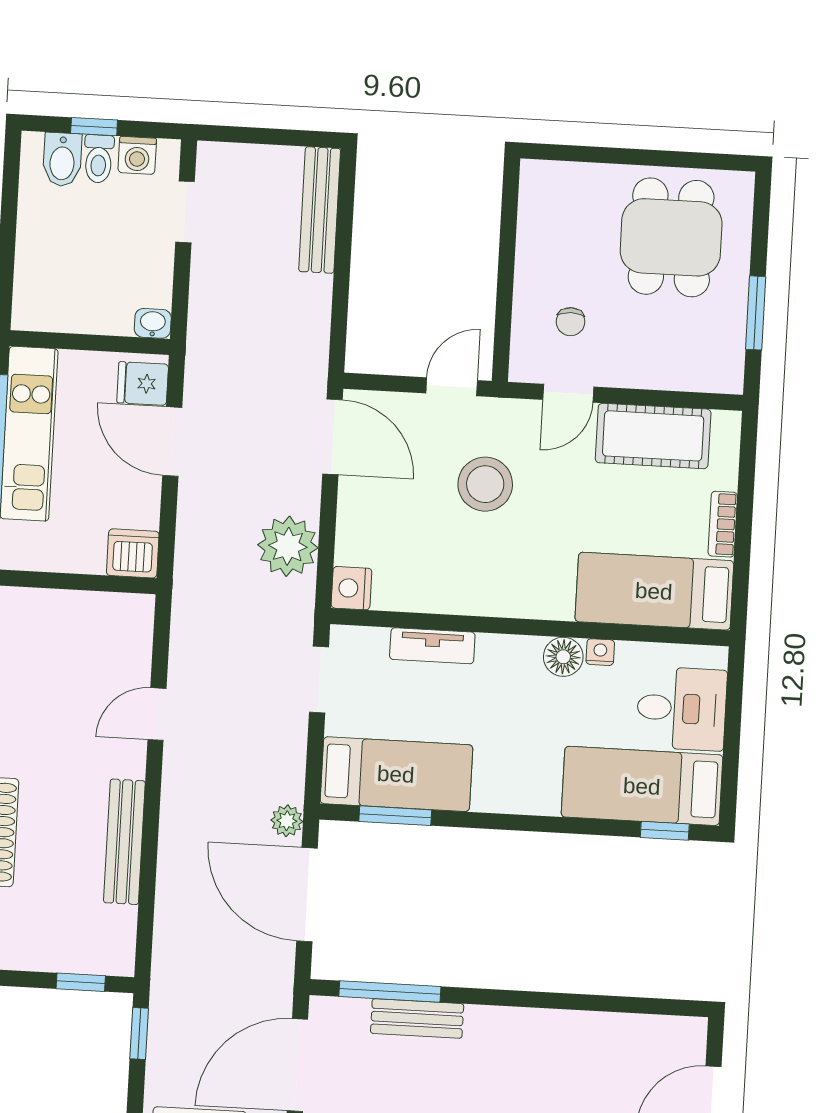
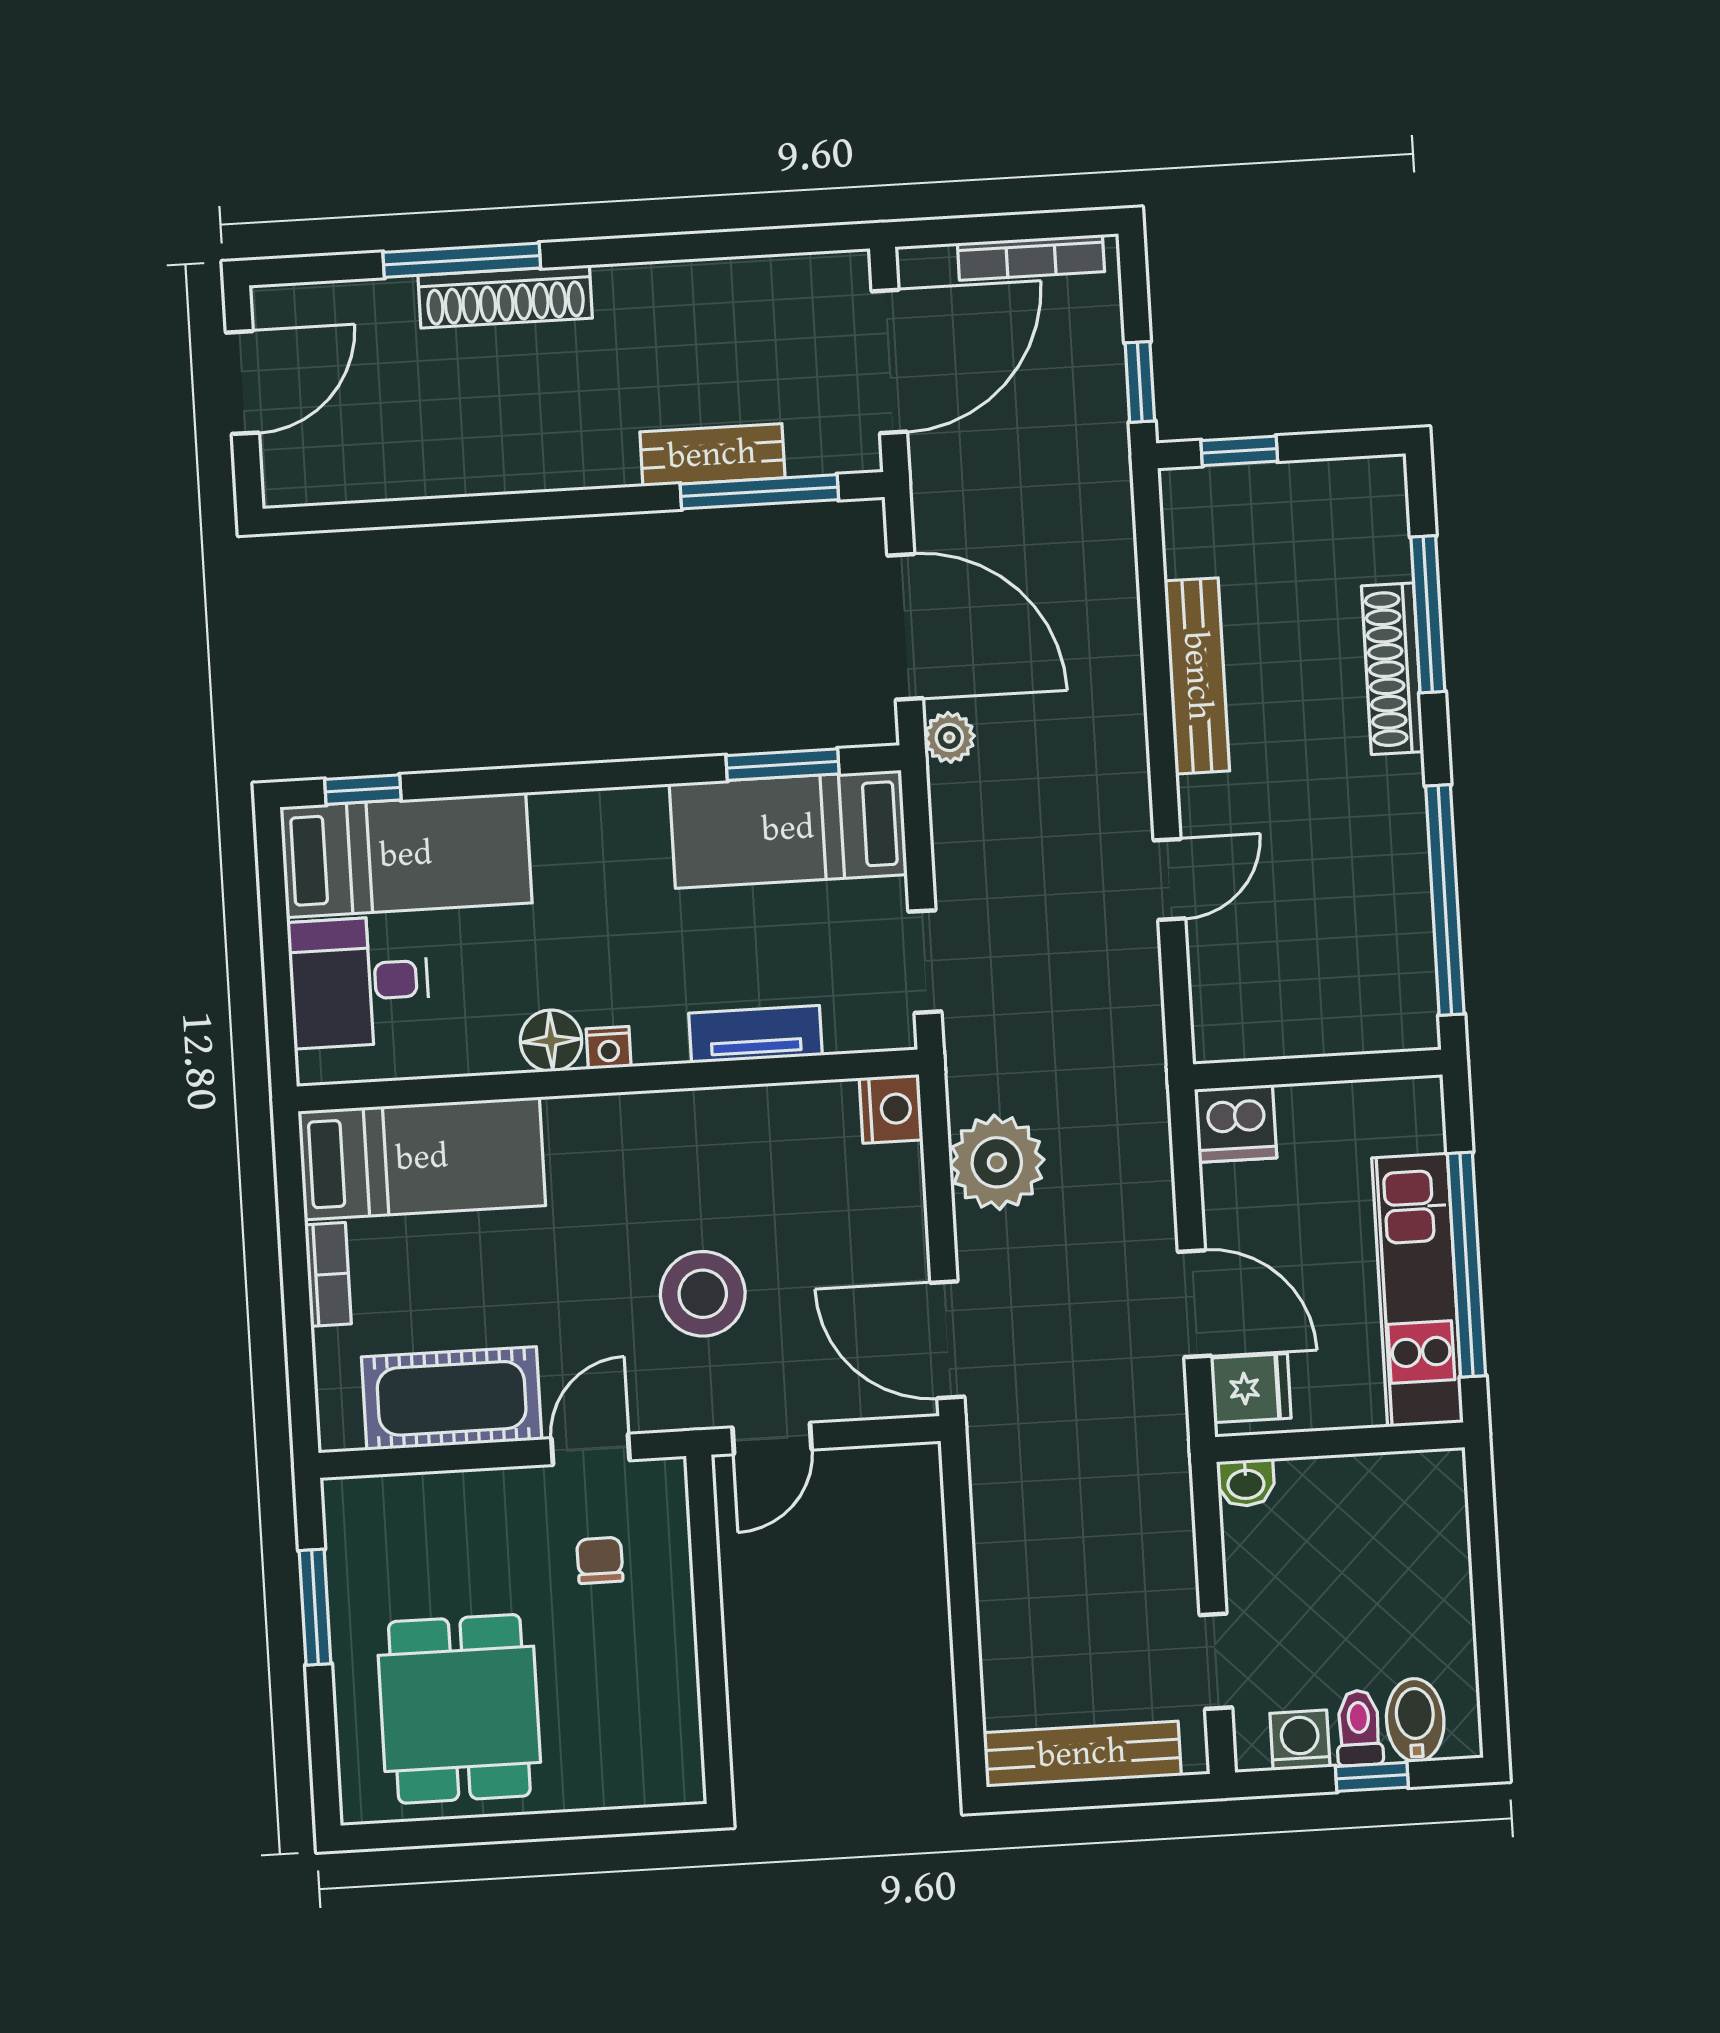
bench: (320, 210) -> (1082, 1754), moved, turned 90
nightstand: (600, 652) -> (609, 1048), moved

